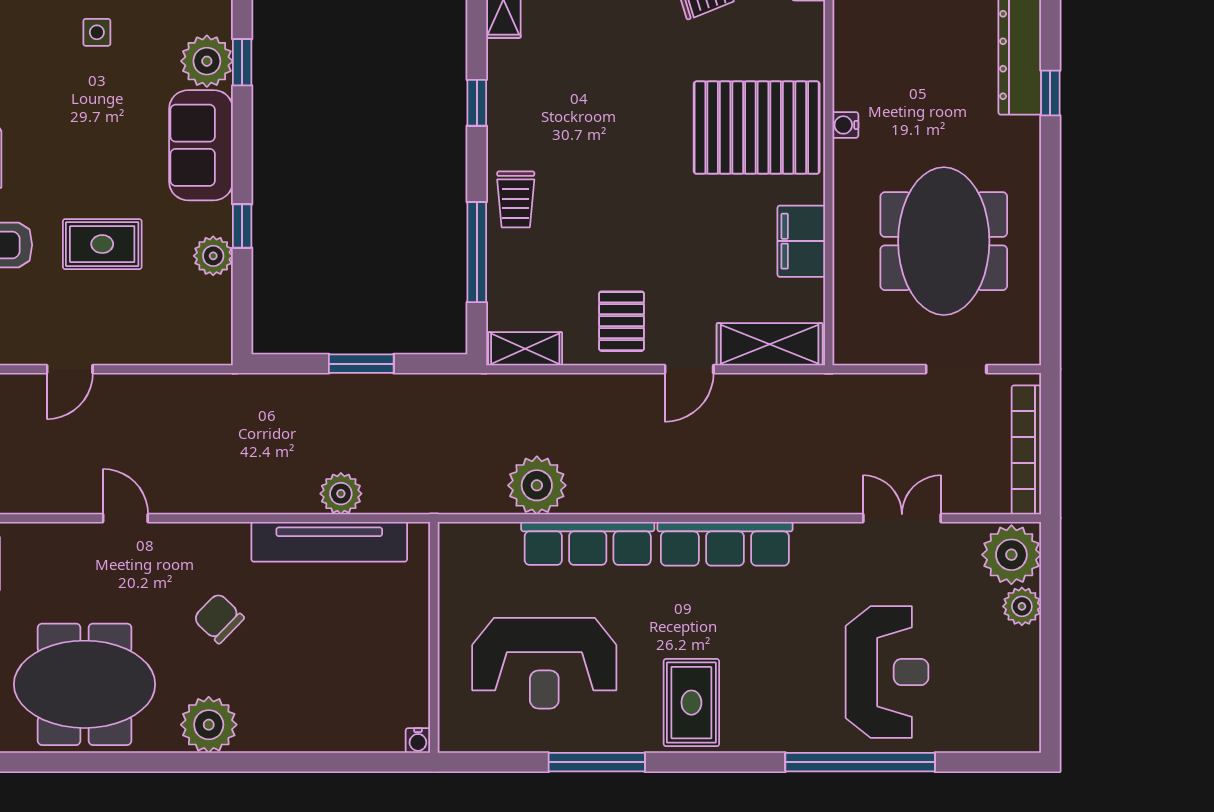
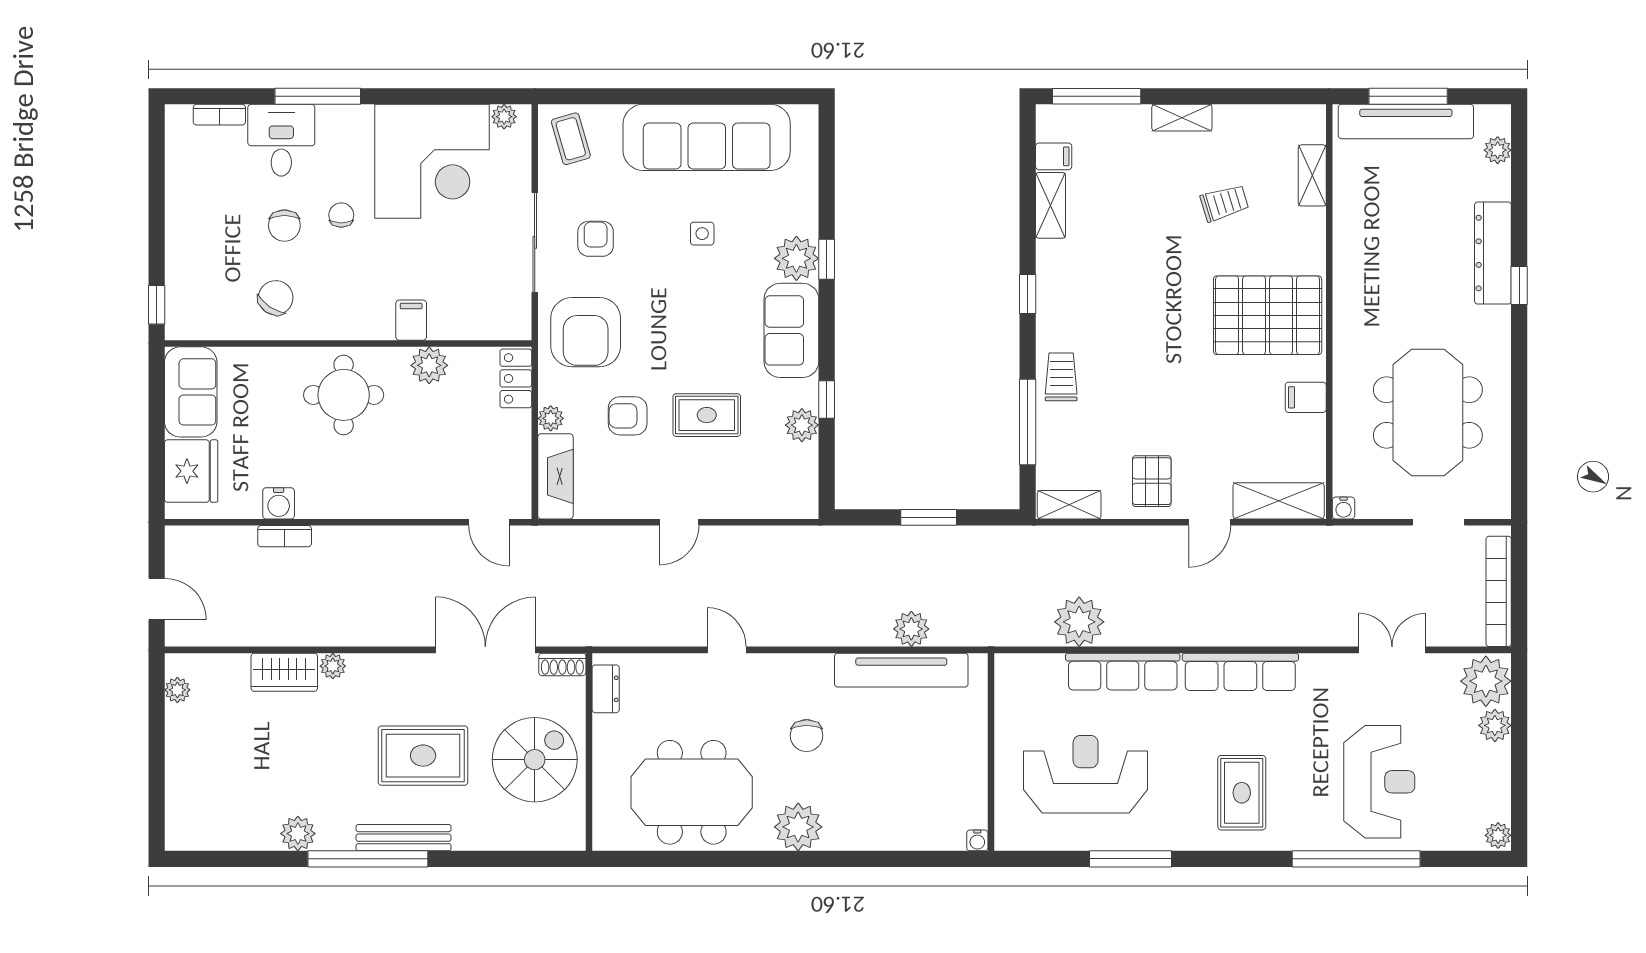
water cooler: (845, 125) -> (1344, 508), moved, turned -90
trolley: (516, 199) -> (1061, 377), turned 180
filing cabinet: (801, 241) -> (1306, 397), width x0.50
chair: (219, 618) -> (807, 736), turned -134
reception desk: (544, 663) -> (1086, 774), turned 180
rug: (691, 703) -> (1242, 793), moved
plant: (1026, 735) -> (1498, 835), added

